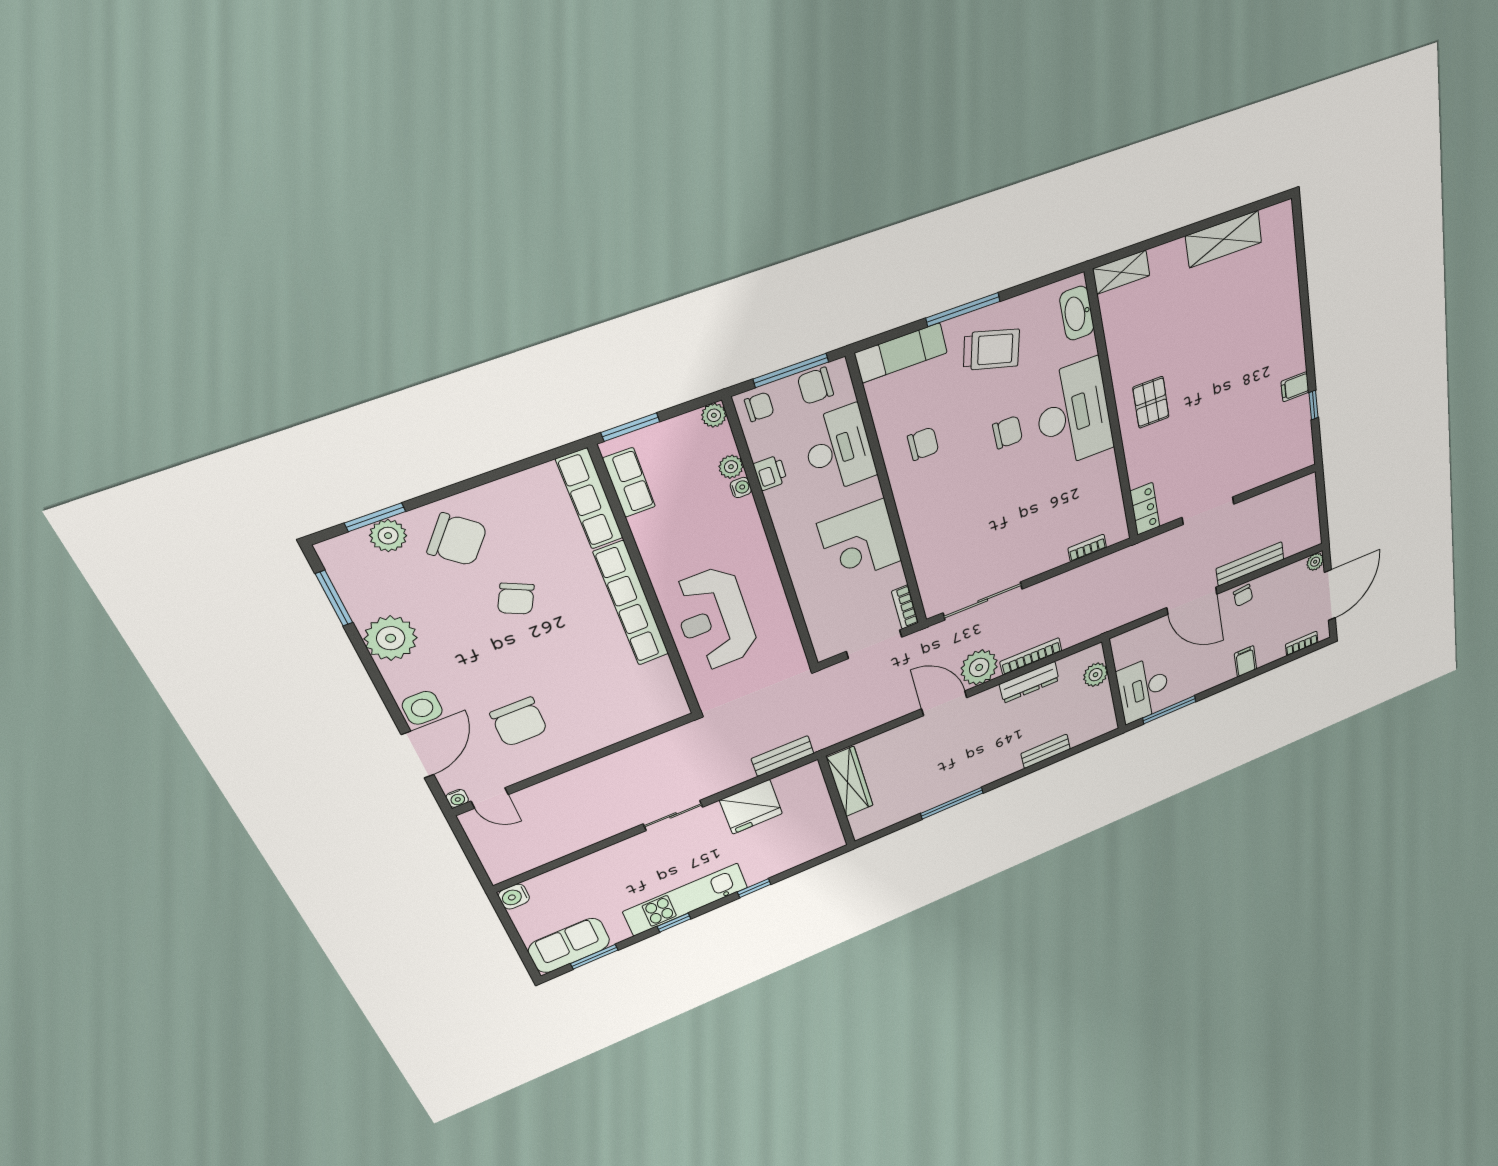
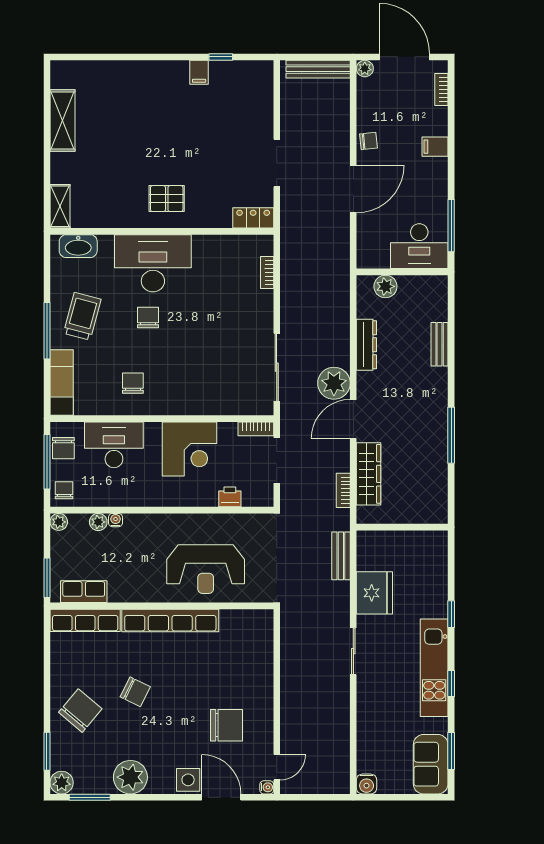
printer: (770, 473) -> (230, 497), moved
plant: (388, 536) -> (62, 783), moved
bench: (1250, 564) -> (318, 69), moved, turned 90
bookcase: (1031, 656) -> (343, 490), moved, width x0.64
wardrobe: (850, 782) -> (369, 474), moved, turned 90

